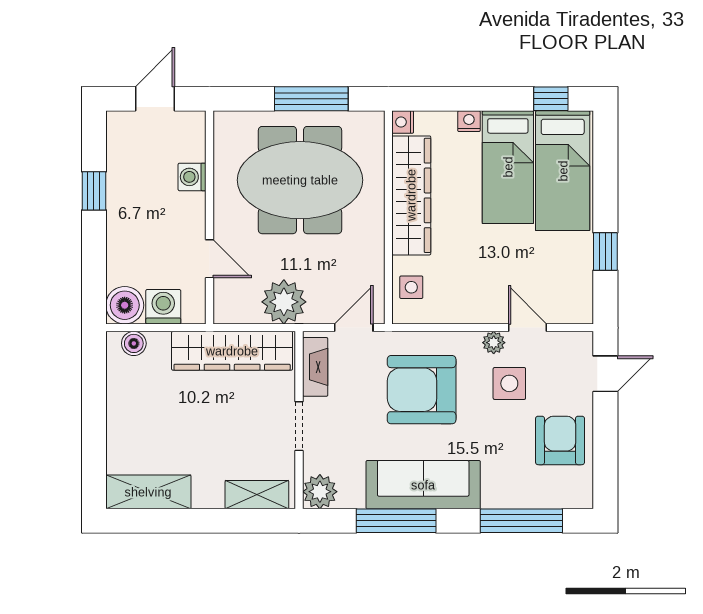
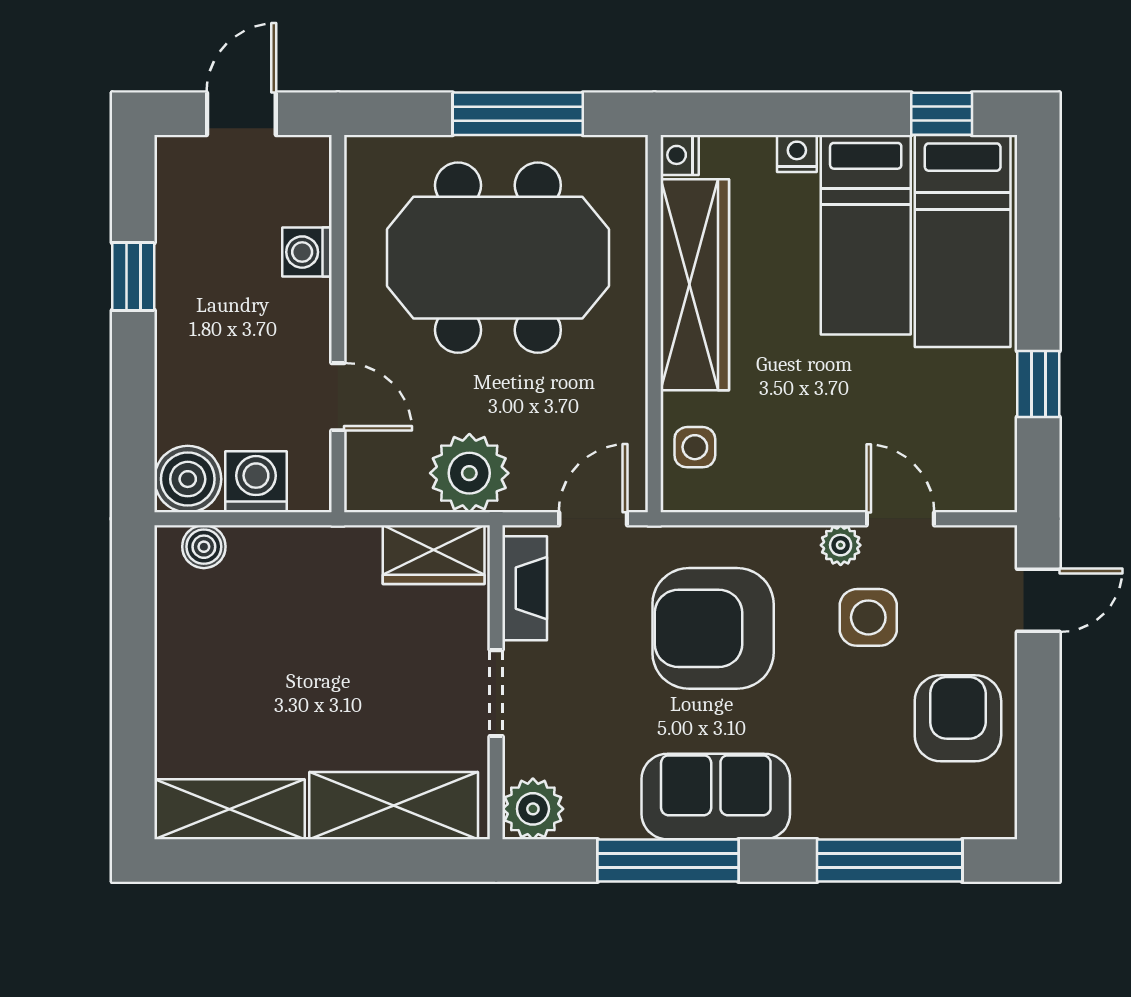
wardrobe: (232, 351) -> (434, 555), width x0.48, depth x0.85
sofa: (423, 485) -> (716, 796), width x0.73
shelving: (257, 495) -> (394, 806), width x1.50, depth x1.33

